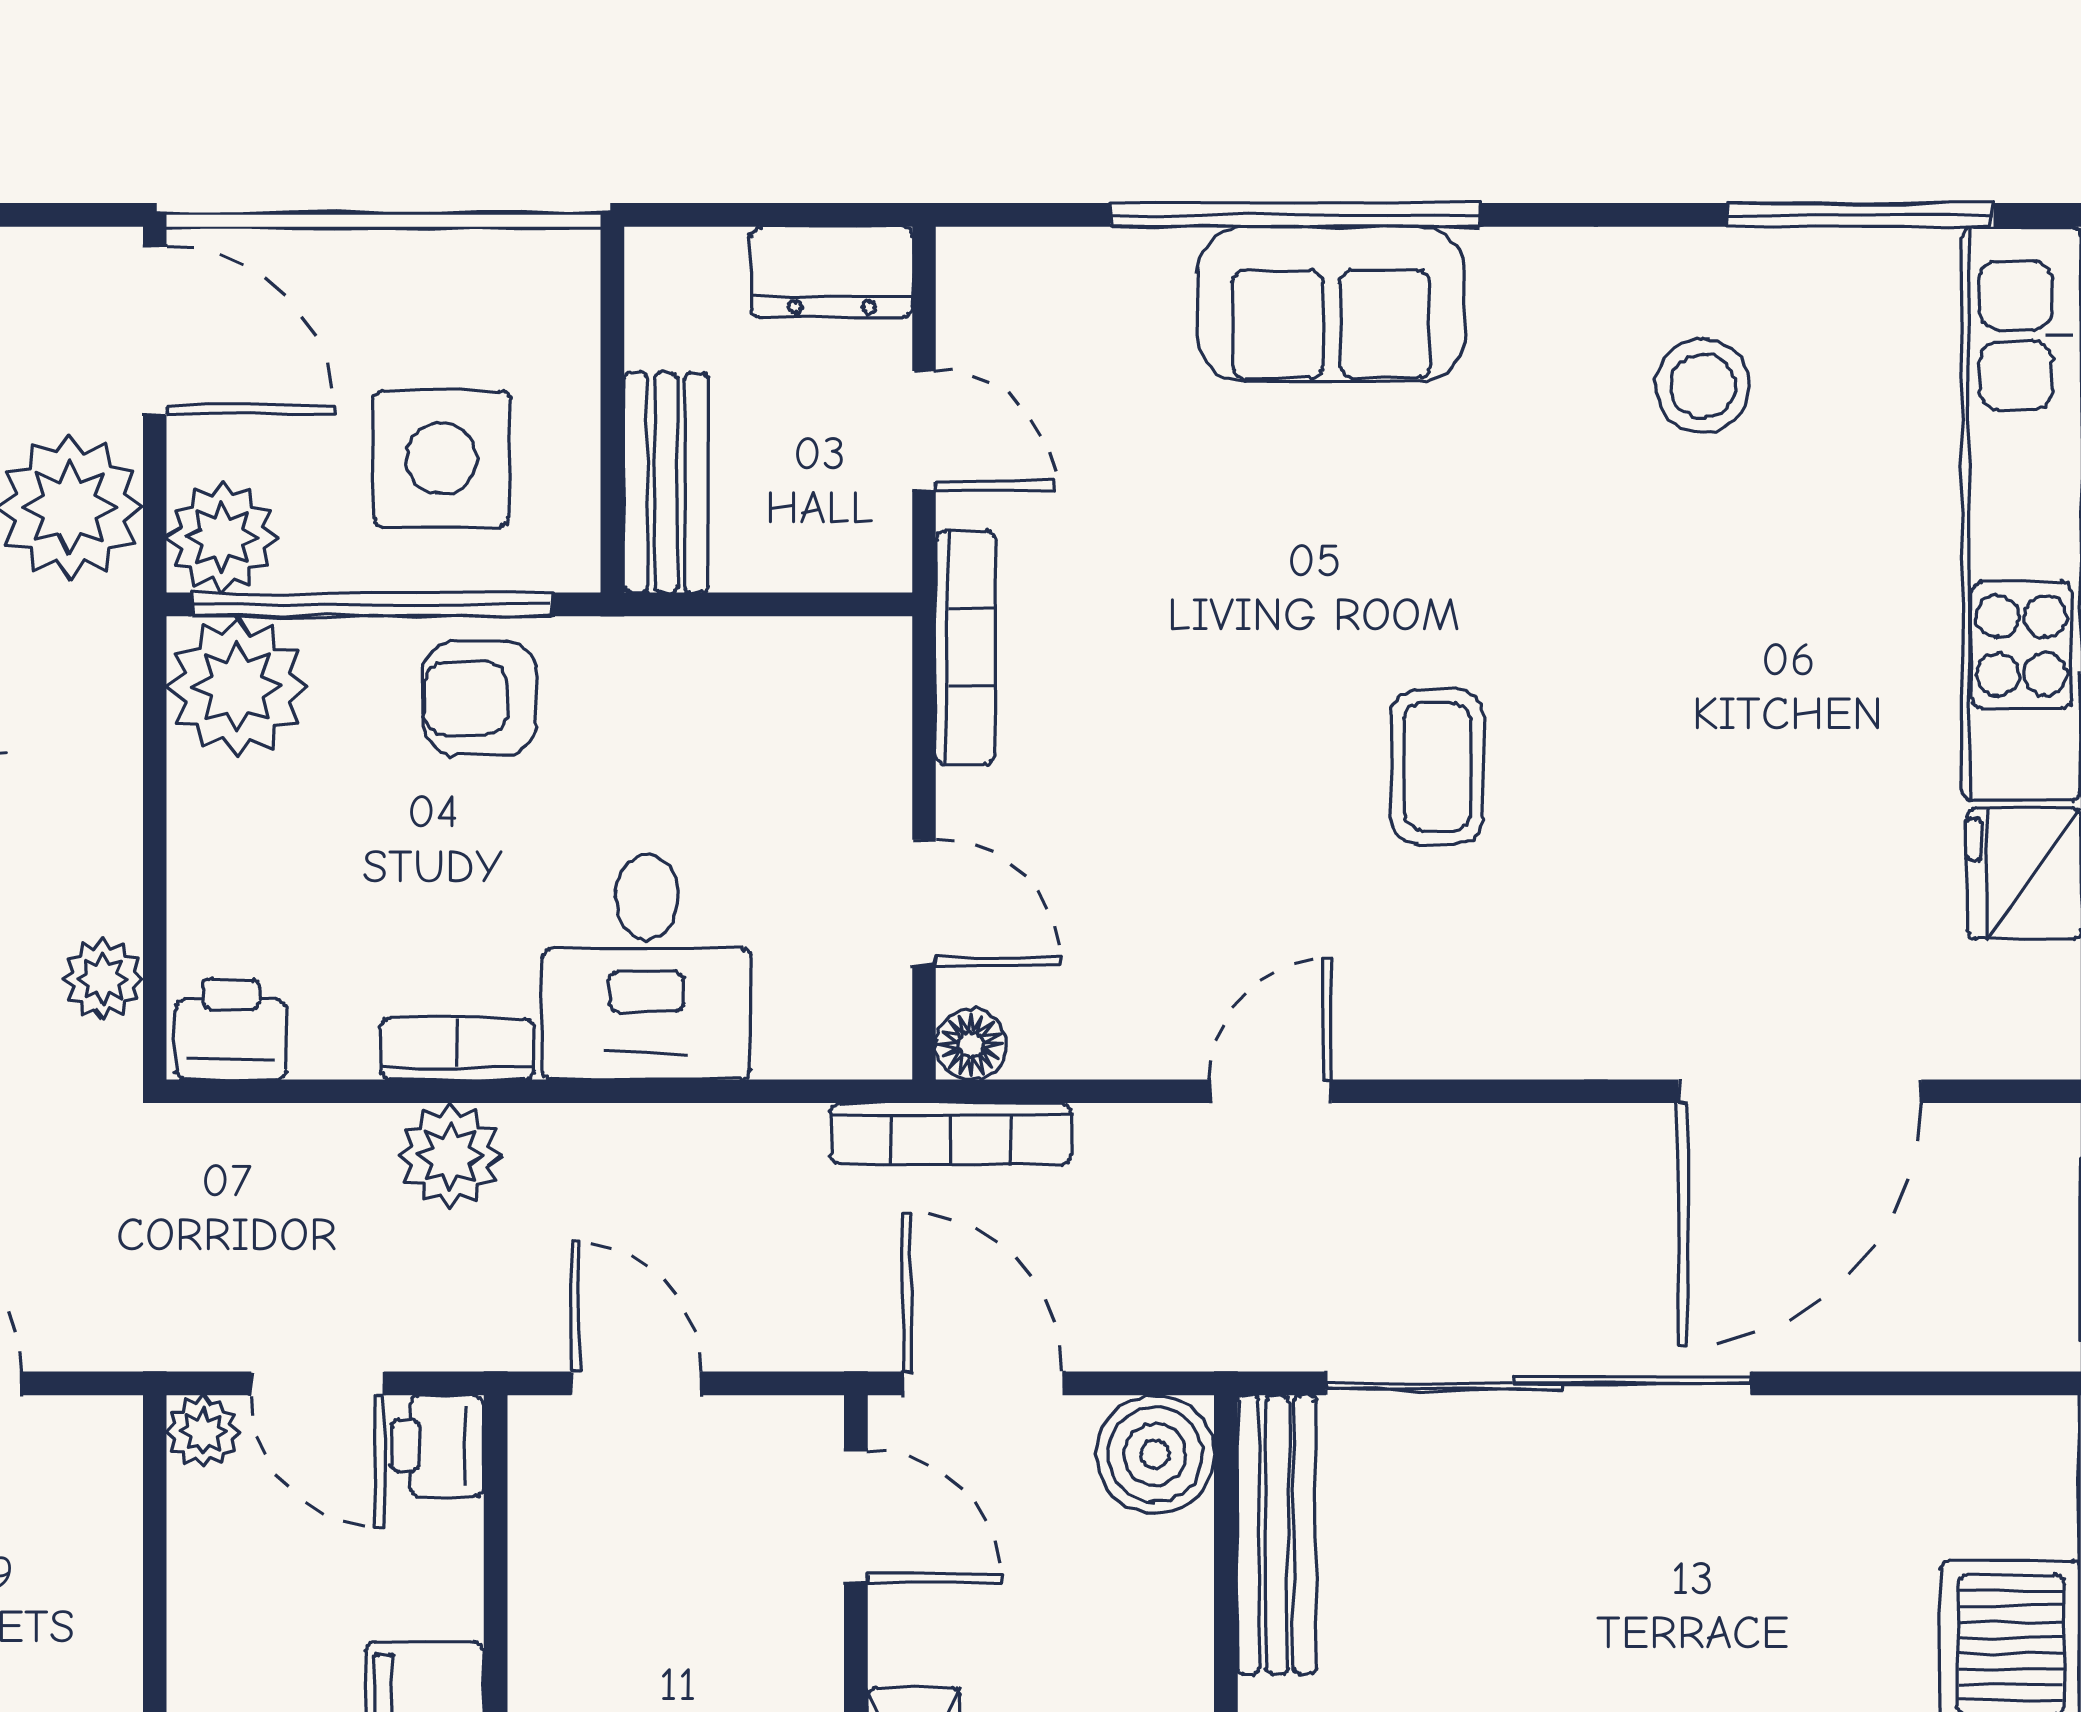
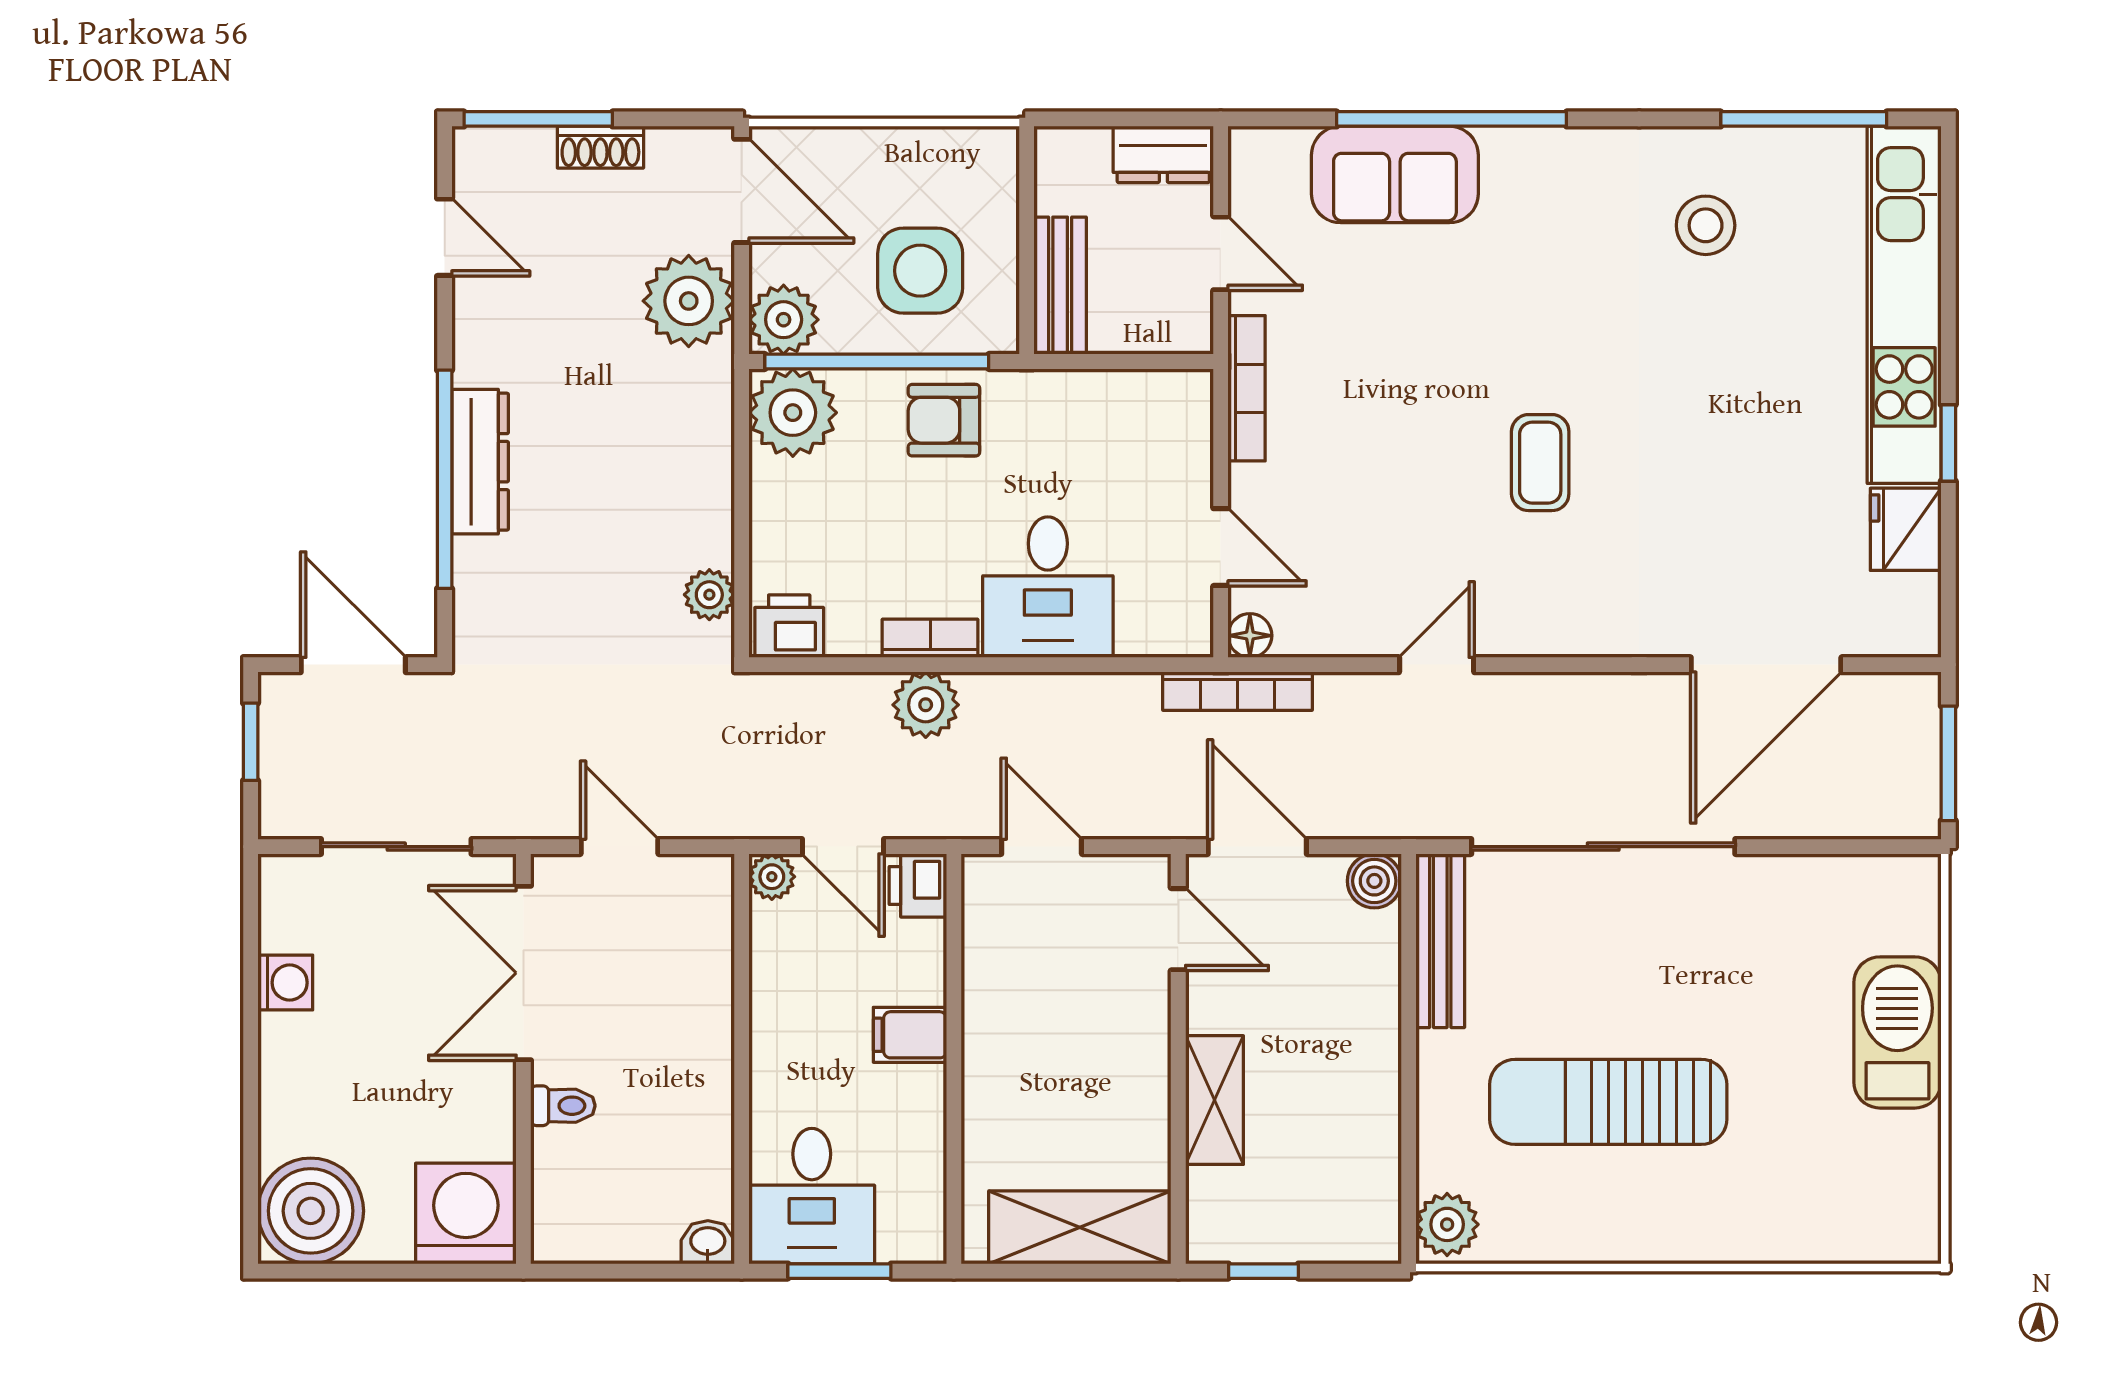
sofa: (1331, 304) -> (1395, 174), moved
boiler: (1155, 1454) -> (1374, 881), width x0.73, depth x0.73

